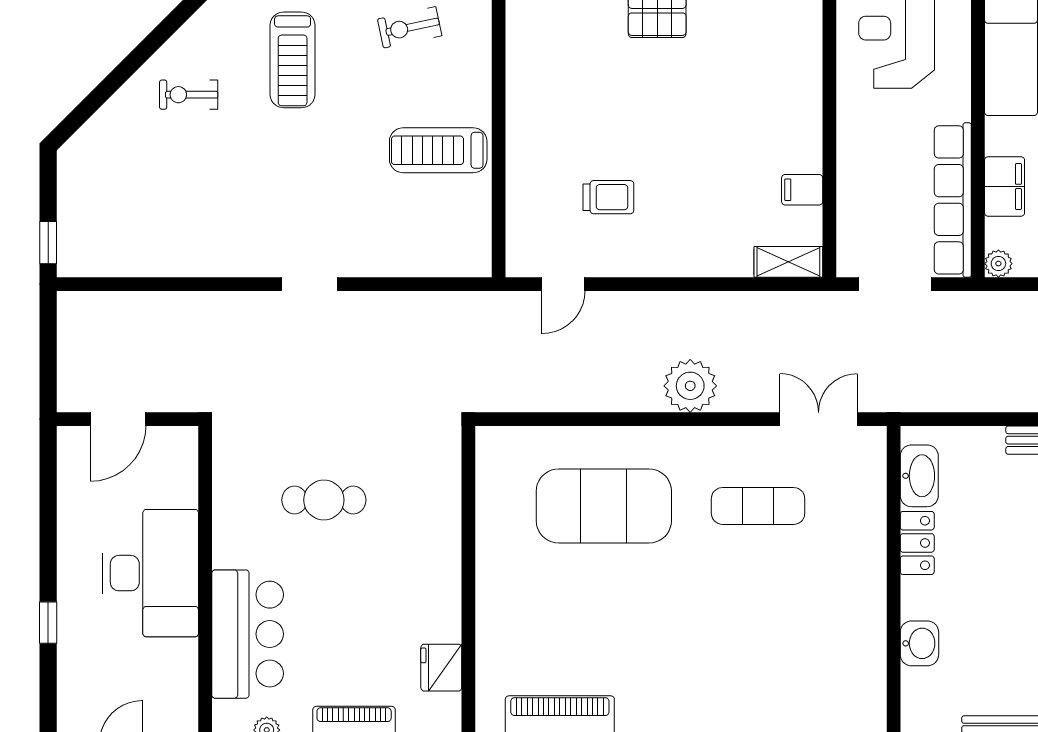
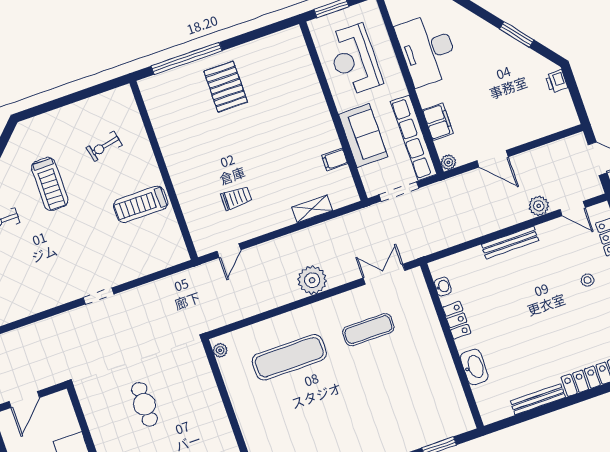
sofa: (866, 165) -> (363, 136), added
shelving: (788, 262) -> (312, 209), moved
plant: (488, 452) -> (220, 350), added
washbasin: (919, 476) -> (443, 286), width x0.52, depth x0.69
cafe table: (324, 500) -> (144, 404), turned 90
exercise mat: (604, 506) -> (289, 357), width x0.68
washbasin: (919, 643) -> (474, 367), width x1.38

